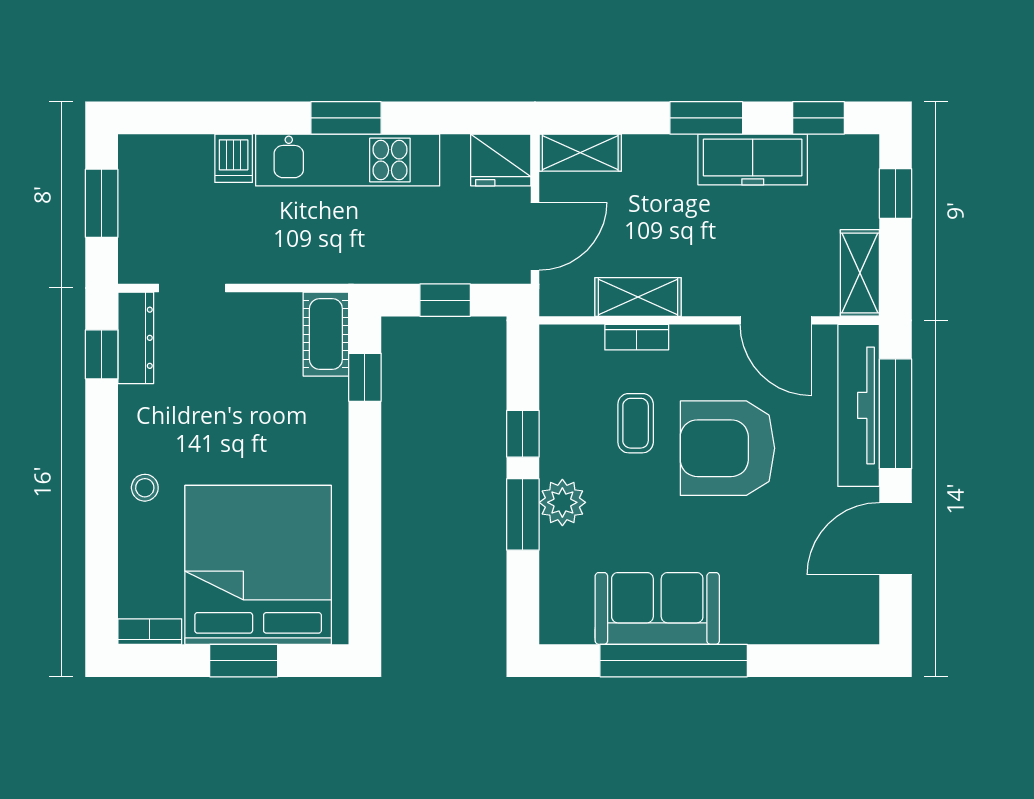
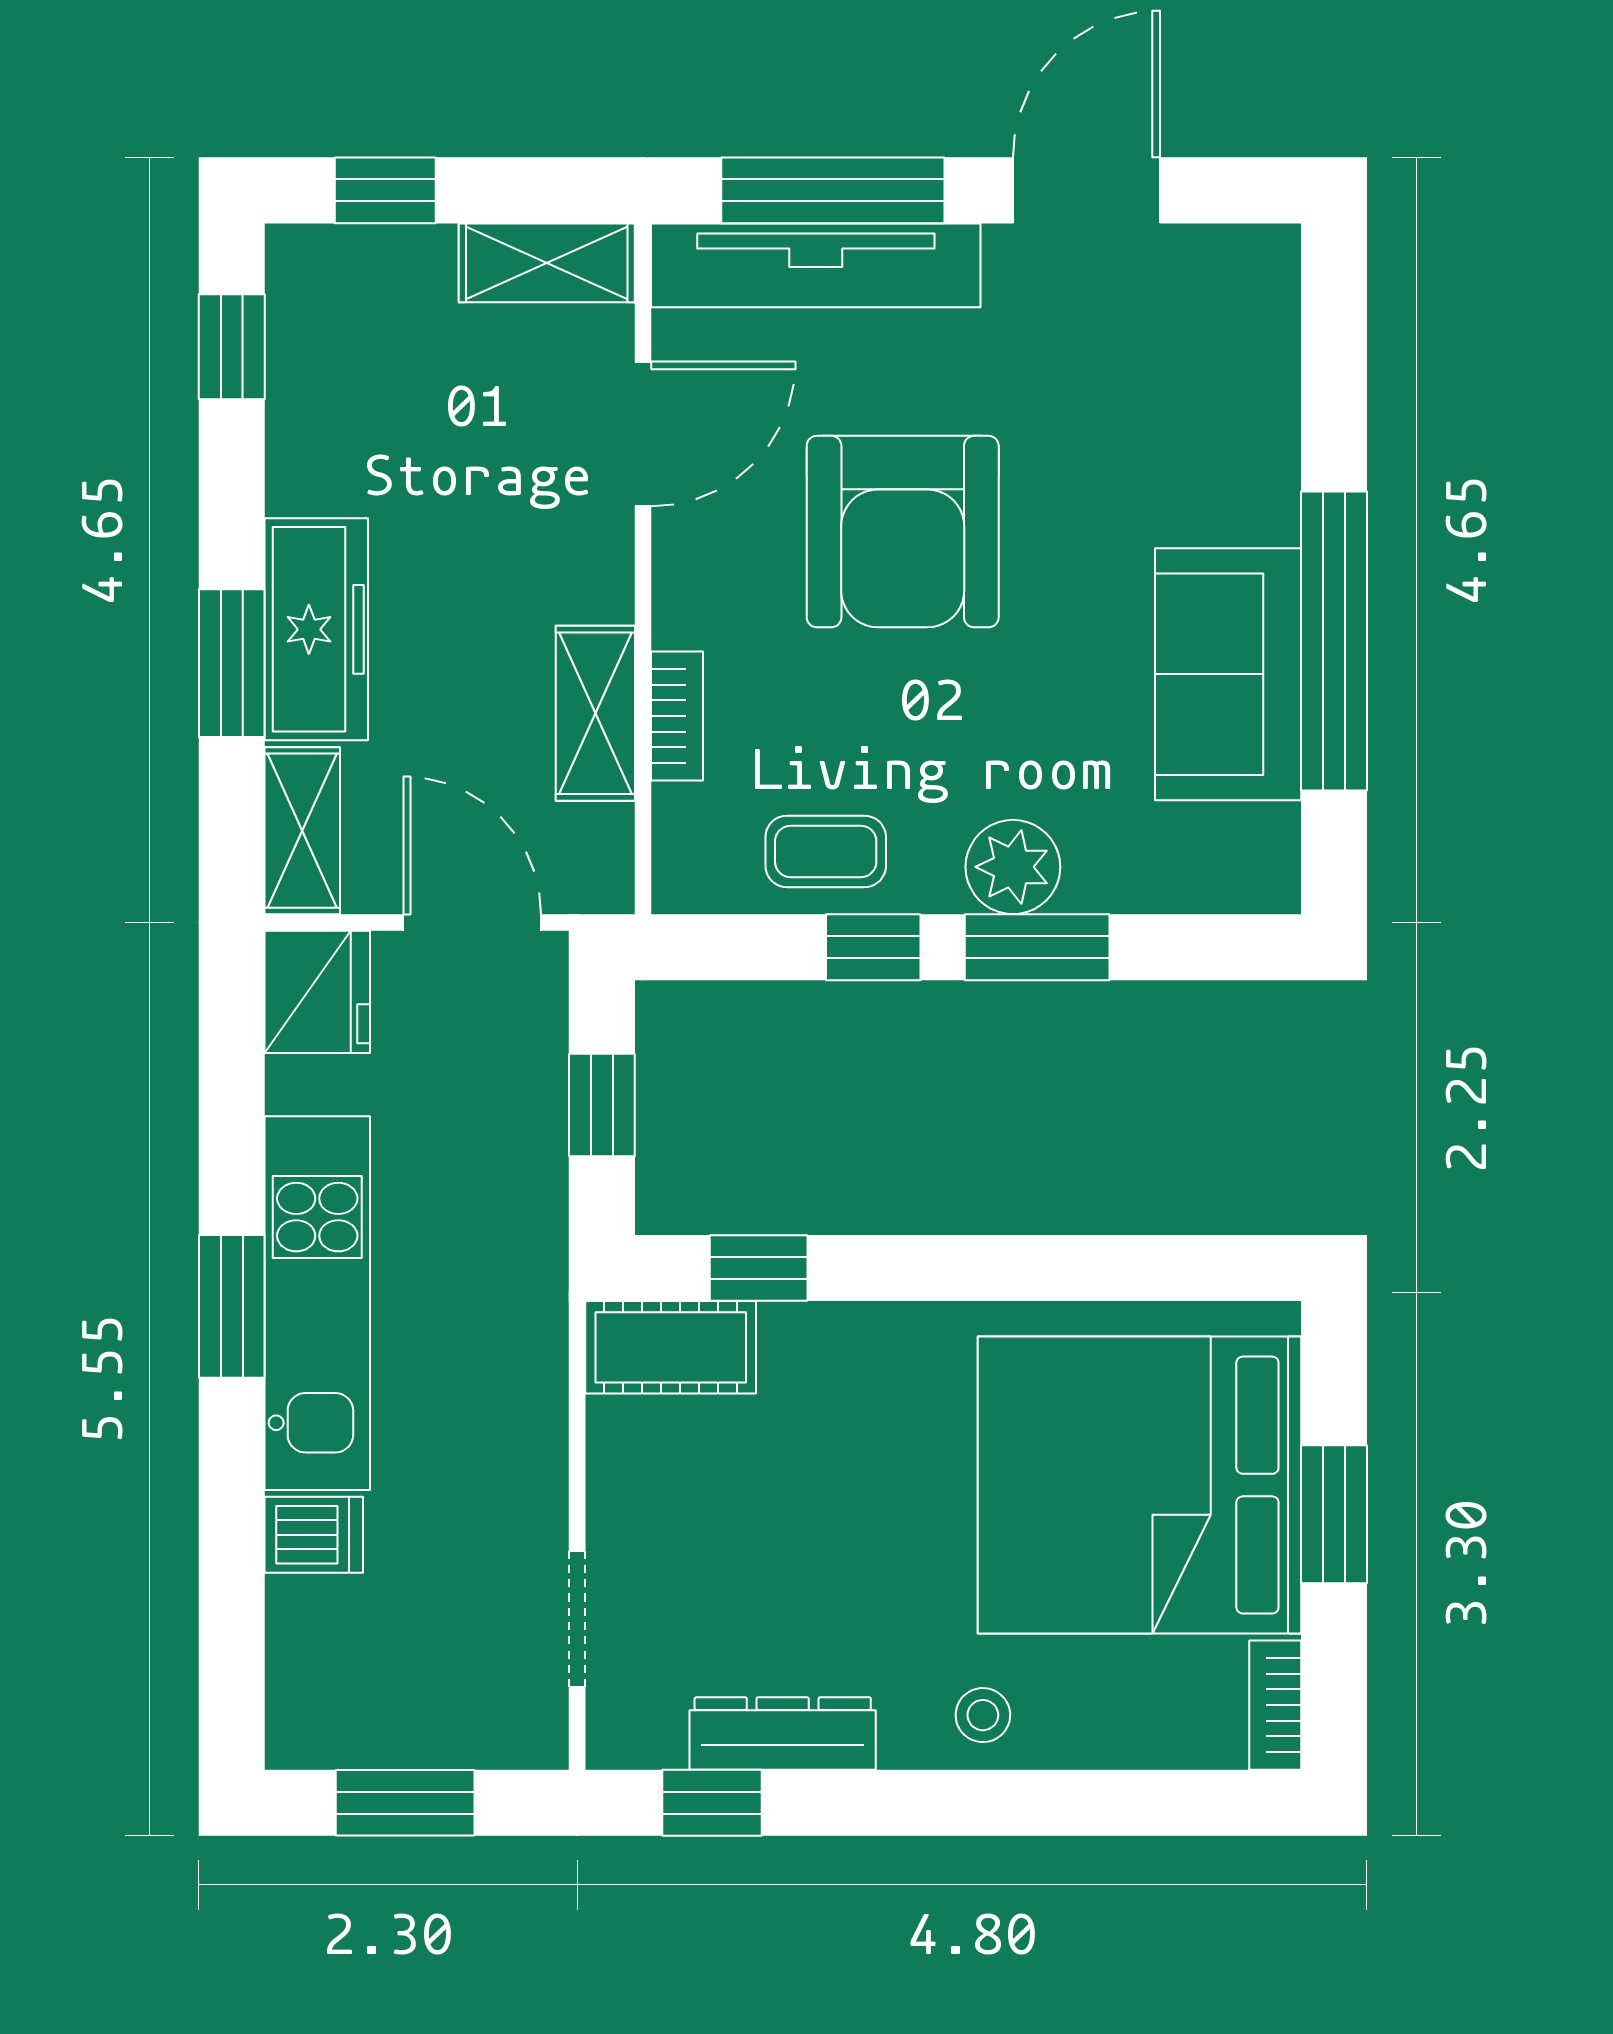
window: (706, 118) -> (232, 663), moved
freezer: (753, 159) -> (316, 629), moved
dresser: (136, 338) -> (783, 1733), moved
coffee table: (636, 423) -> (826, 851), moved
door: (895, 539) -> (1087, 190), swing flipped

